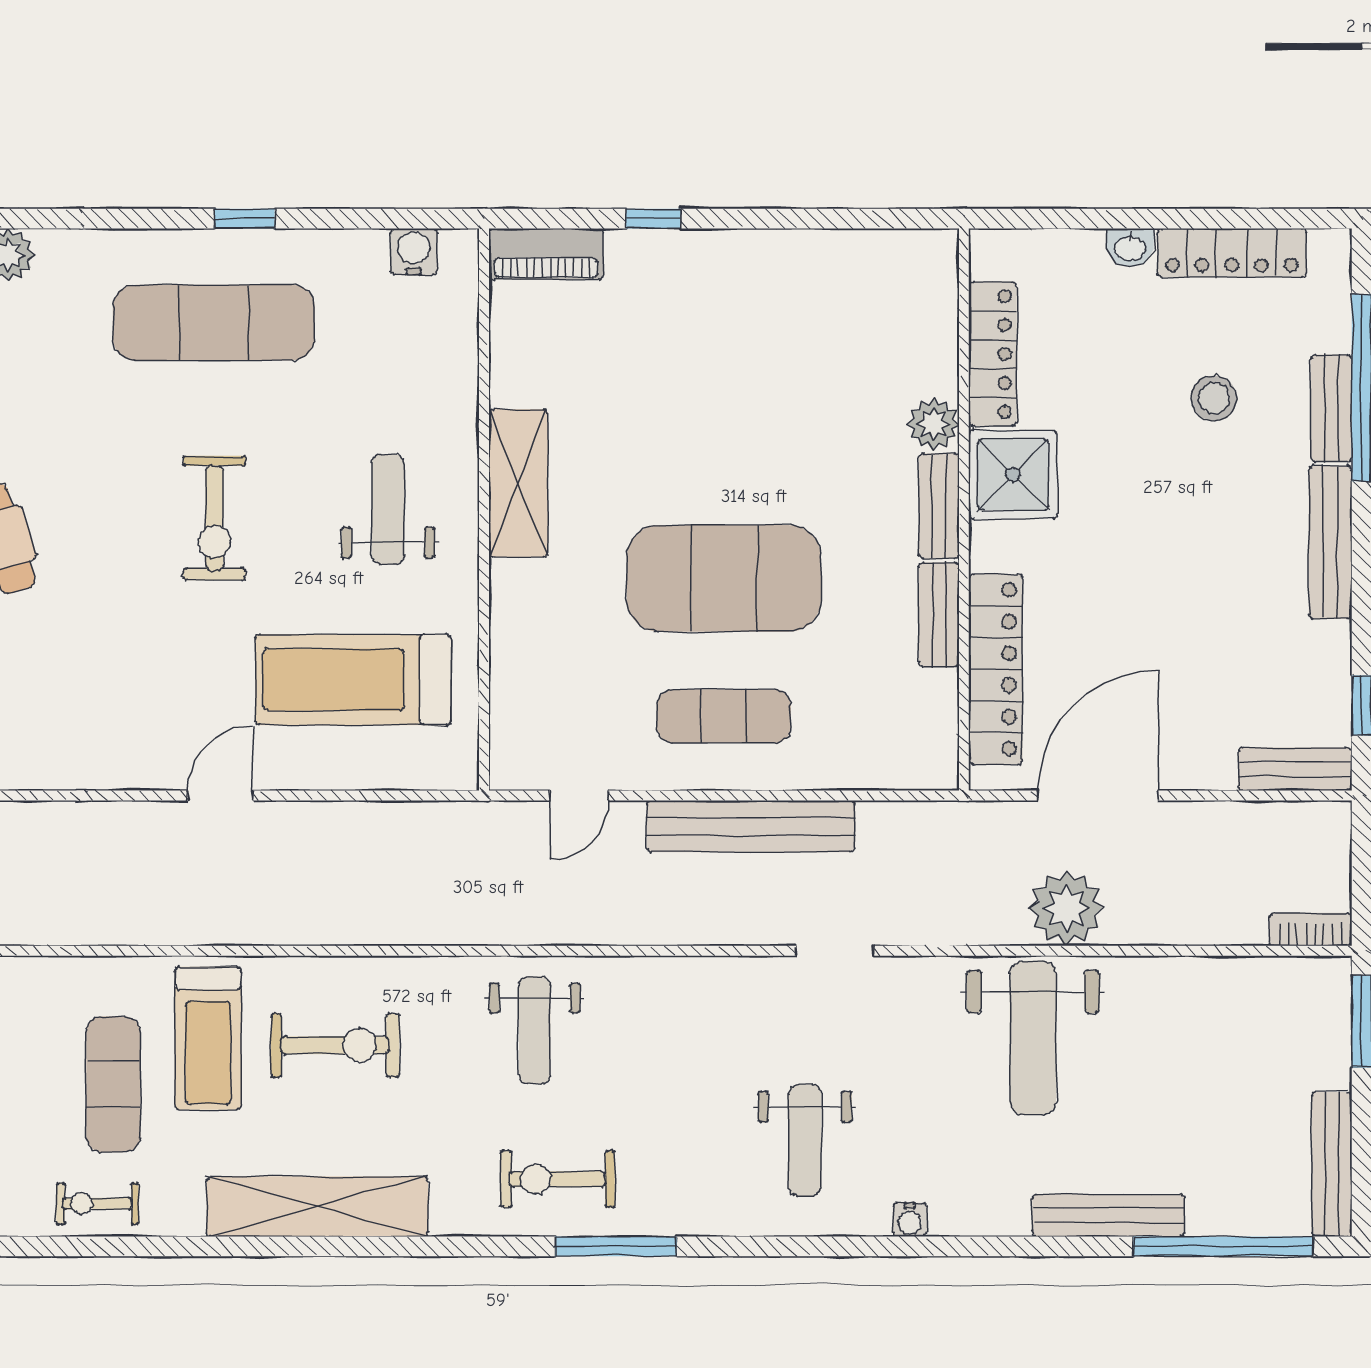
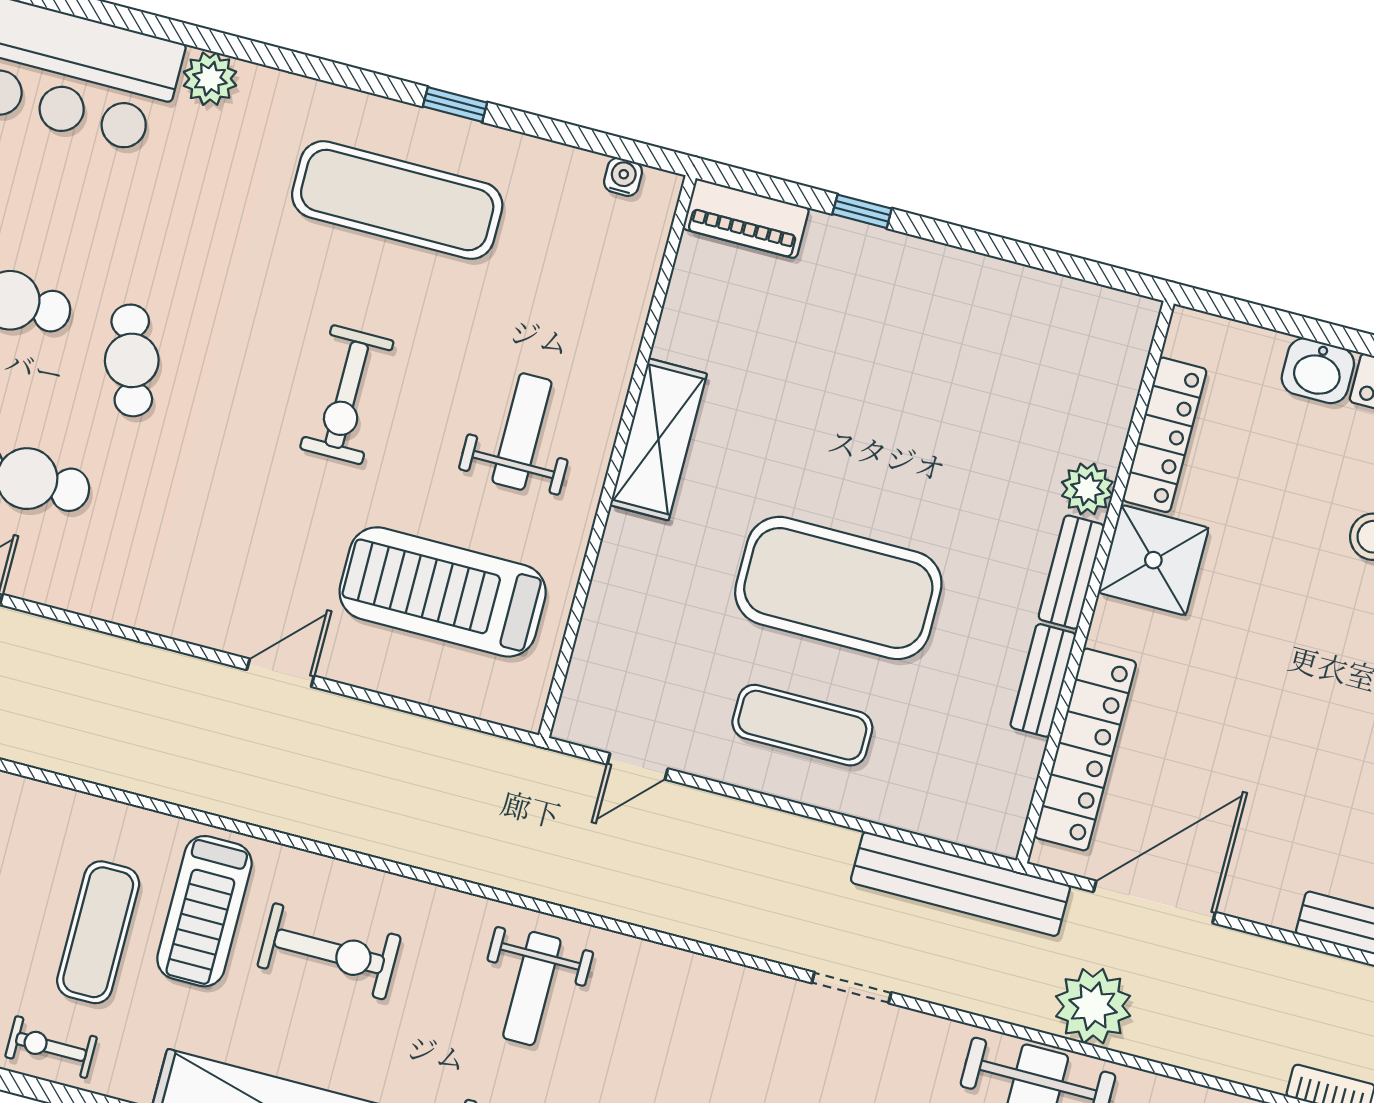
washbasin: (1130, 247) -> (1318, 371), width x1.38, depth x1.45
water cooler: (414, 252) -> (623, 177), width x0.72, depth x0.72
bench: (751, 826) -> (960, 884), moved

